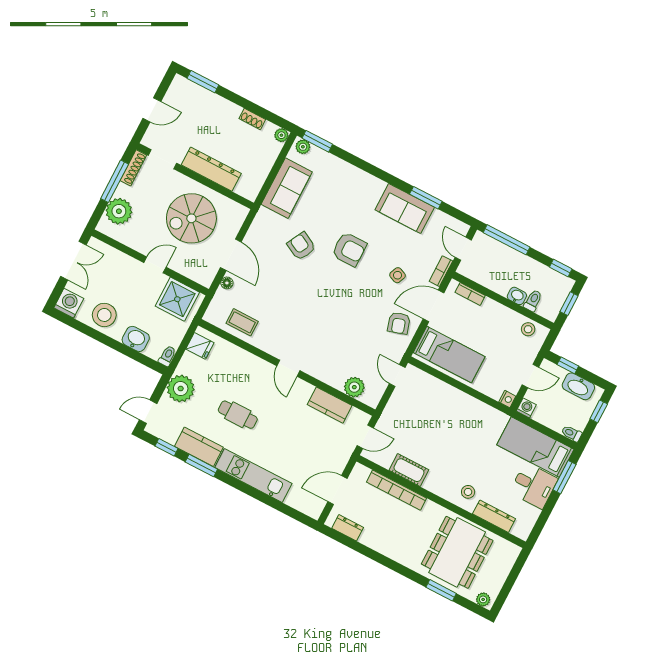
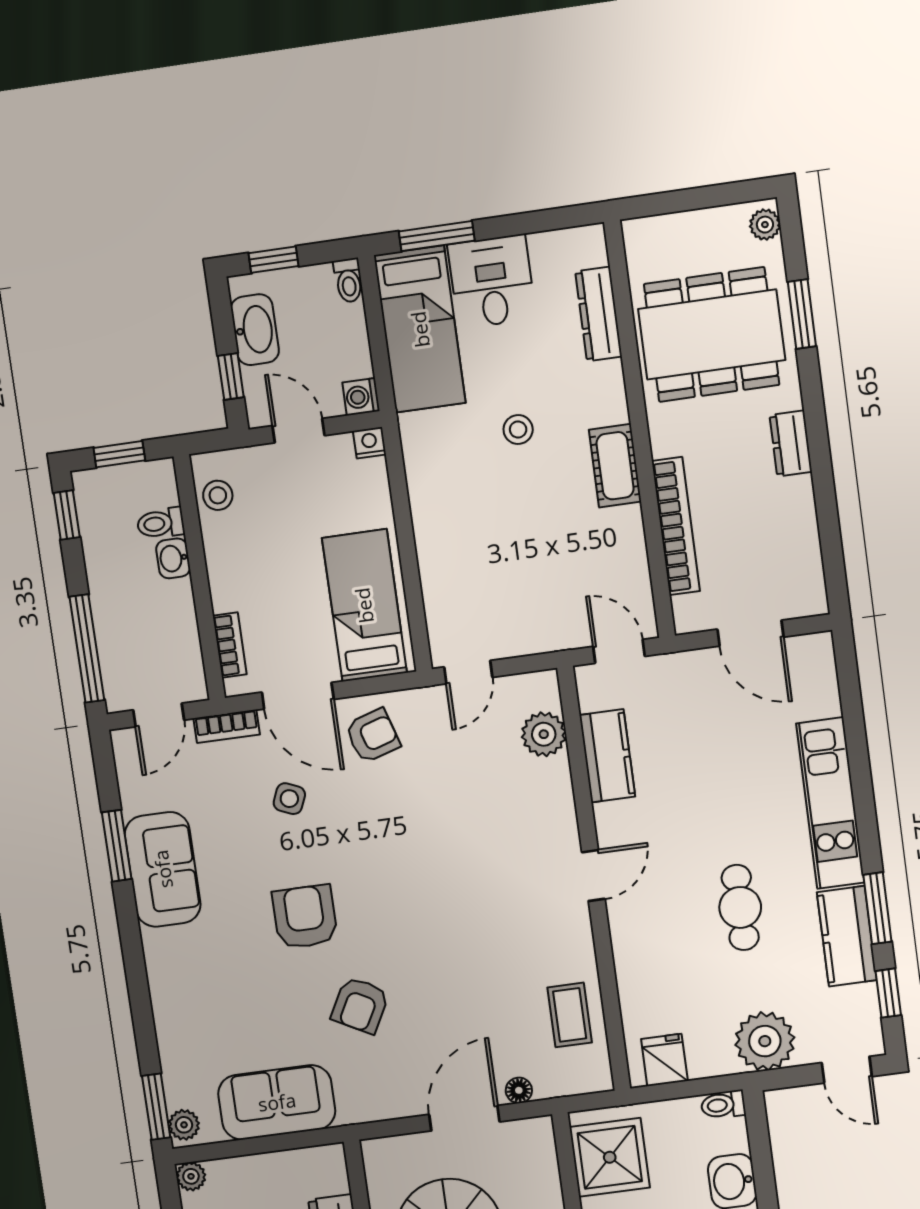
cot: (409, 470) -> (615, 466), moved
stool: (468, 492) -> (518, 429), moved
dresser: (348, 528) -> (791, 443), moved

